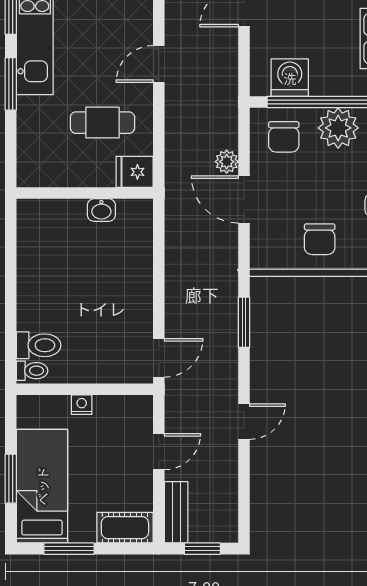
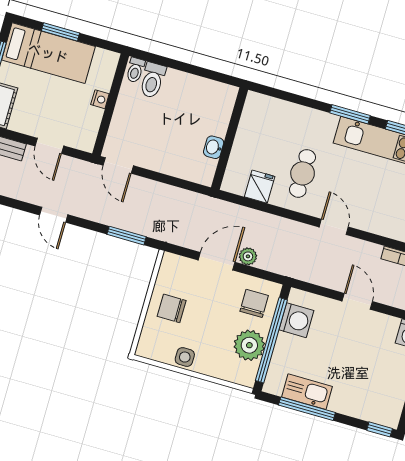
chair: (284, 137) -> (254, 303), turned 90
wall: (85, 193) -> (230, 139), moved
washbasin: (101, 210) -> (214, 147), moved

